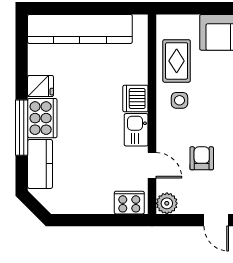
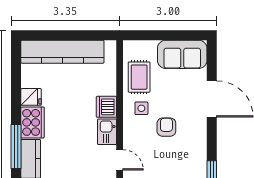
window: (22, 128) -> (16, 147), moved
armchair: (202, 158) -> (166, 127), moved

